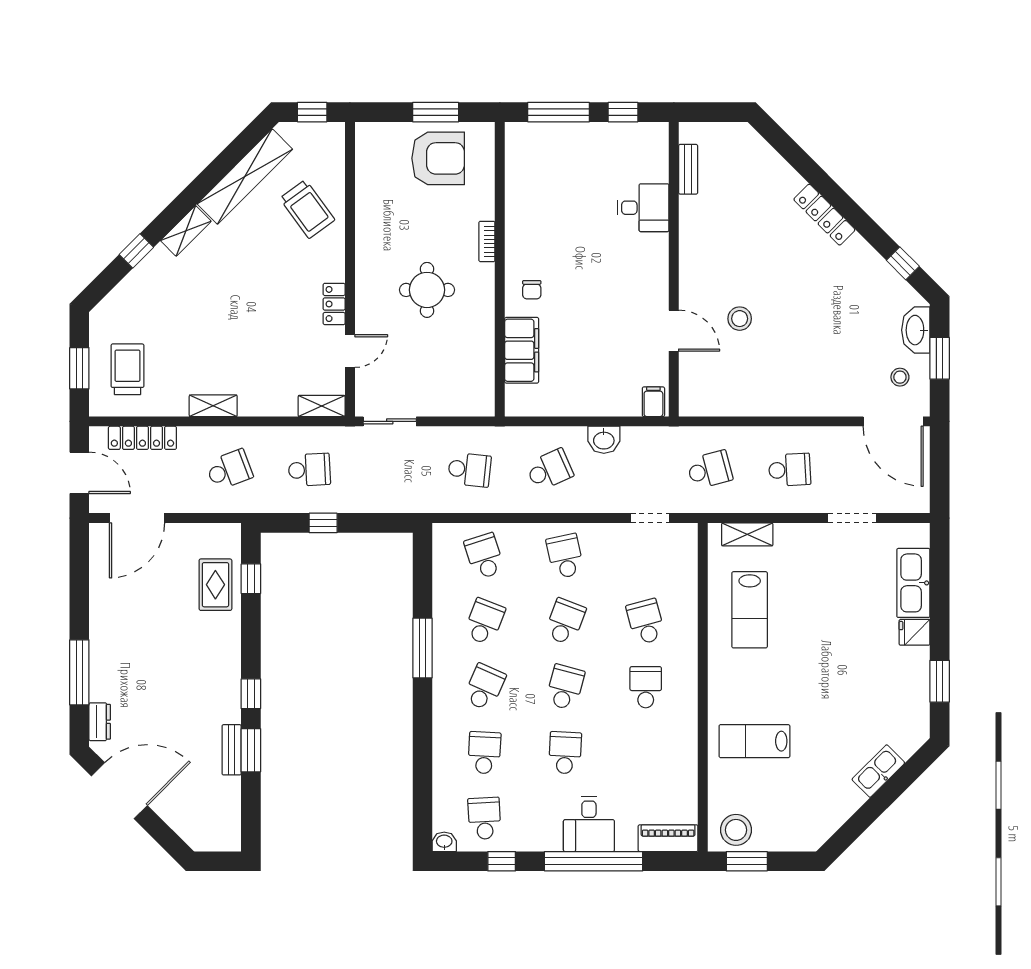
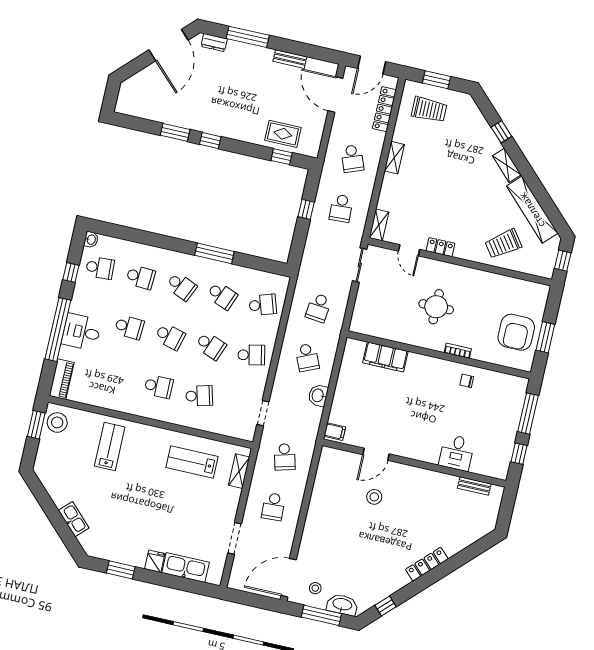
chair: (532, 290) -> (467, 381), moved
window: (940, 358) -> (321, 615), width x1.44
bench: (232, 750) -> (290, 59), moved

